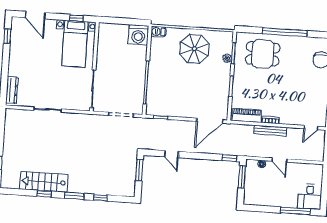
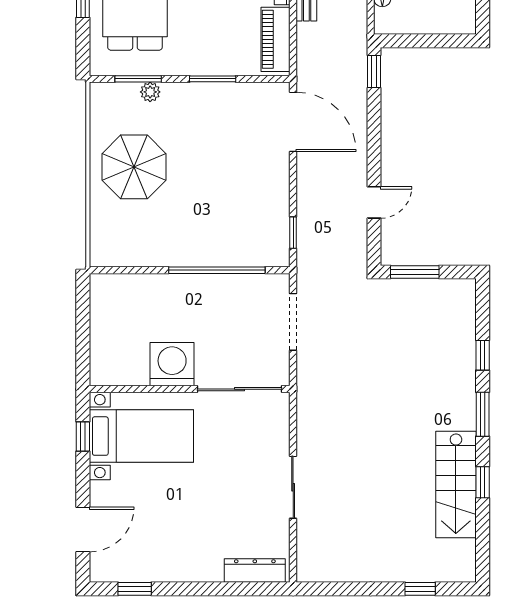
barbecue: (158, 32) -> (101, 250), removed
washing machine: (138, 35) -> (172, 364), moved, turned -90
window: (242, 177) -> (414, 41), removed

